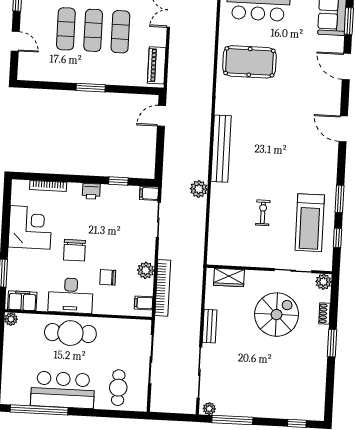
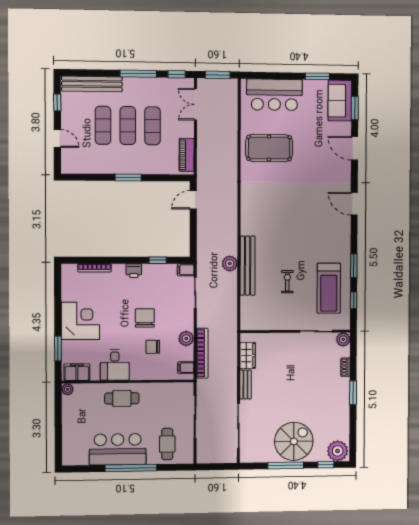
bench: (221, 149) -> (248, 266), moved
corner desk: (30, 227) -> (80, 321), moved
chair: (74, 250) -> (145, 318), moved, turned 180
wardrobe: (229, 278) -> (248, 355), moved, turned -90
desk: (71, 295) -> (115, 365), width x0.73
spiral stairs: (277, 315) -> (294, 441), moved
cafe table: (70, 333) -> (122, 398), width x0.73, depth x0.74
plant: (209, 409) -> (338, 451), moved, width x1.87, depth x1.87
window: (39, 410) -> (131, 468), moved
window: (232, 420) -> (286, 465), moved

